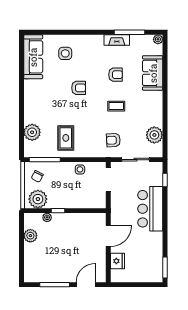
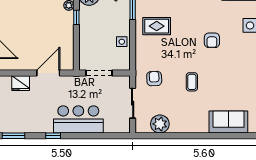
armchair: (116, 75) -> (227, 81), removed
doorway: (108, 180) -> (99, 73), moved
window: (165, 180) -> (53, 136), moved
door: (108, 236) -> (48, 73), swing flipped

